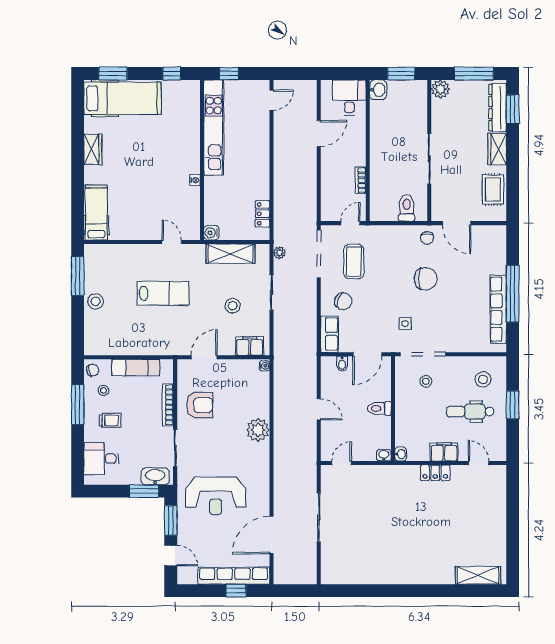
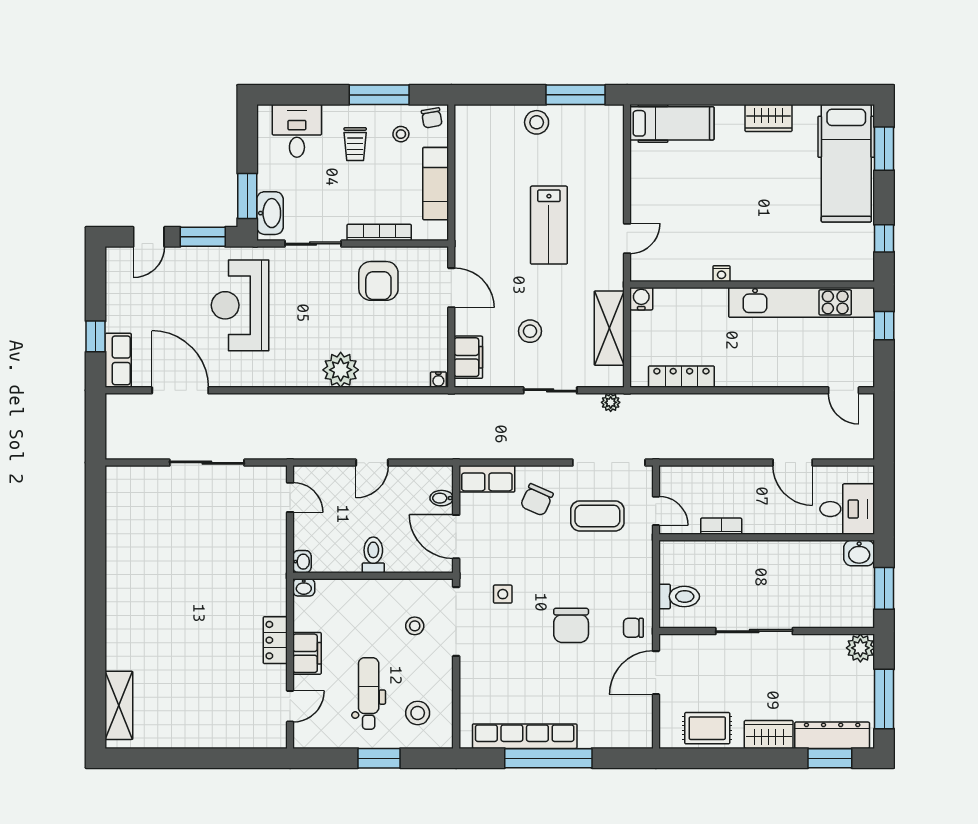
locker: (262, 214) -> (681, 377), width x1.53
row of seats: (234, 576) -> (118, 360), width x0.50

